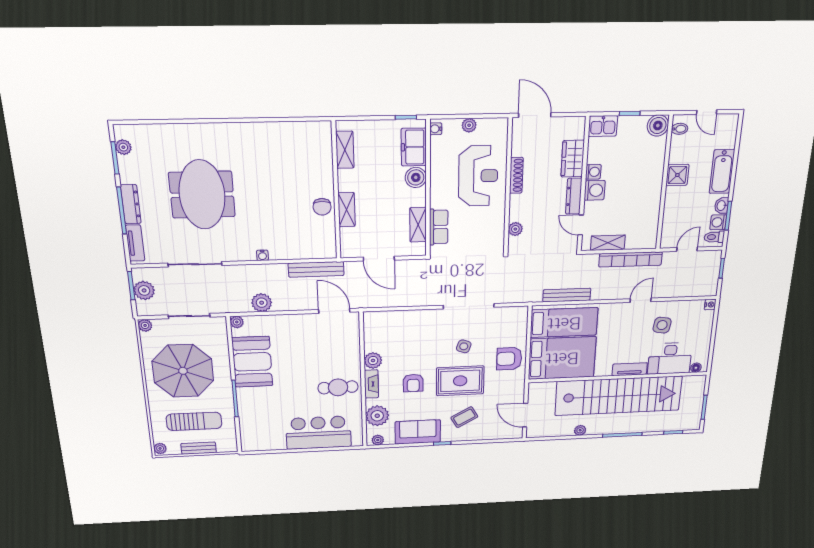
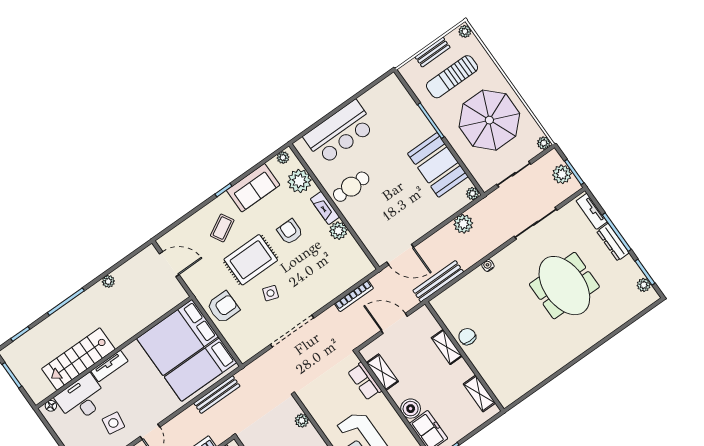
bookcase: (397, 302) -> (354, 296), added
stairs: (618, 396) -> (78, 359), width x0.54, depth x0.66

